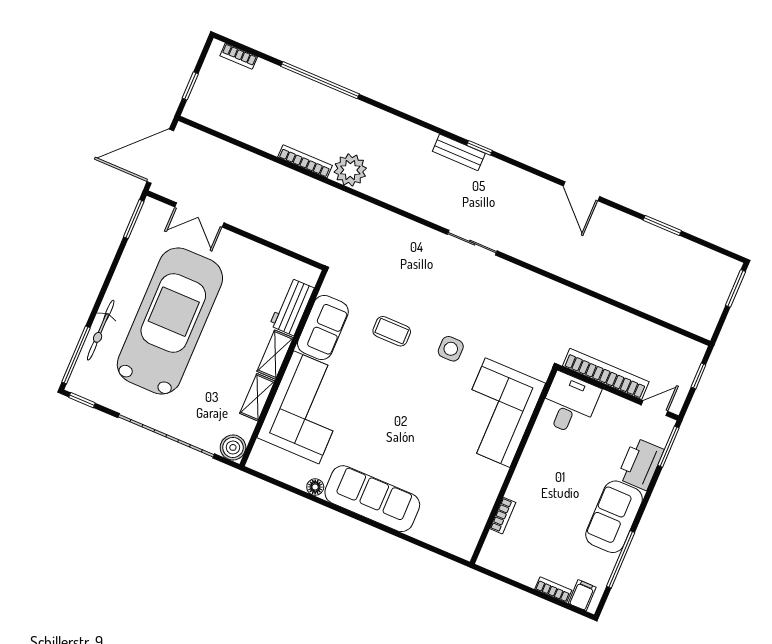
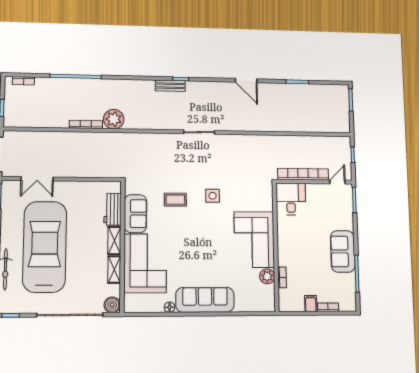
corner sofa: (498, 413) -> (254, 240), moved
printer: (640, 464) -> (344, 216), removed
plant: (481, 504) -> (267, 276), added
filing cabinet: (582, 595) -> (311, 303), moved

